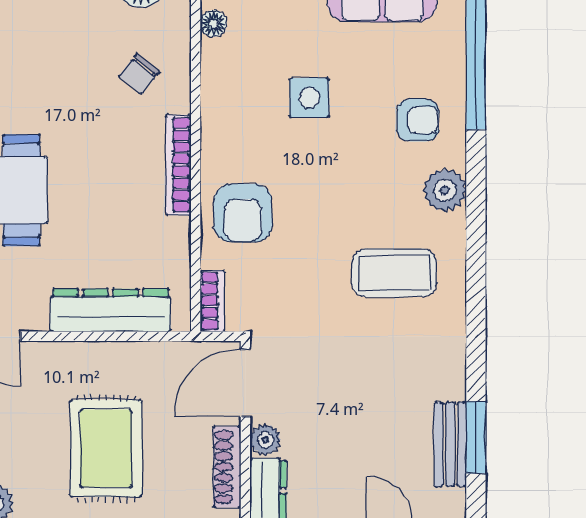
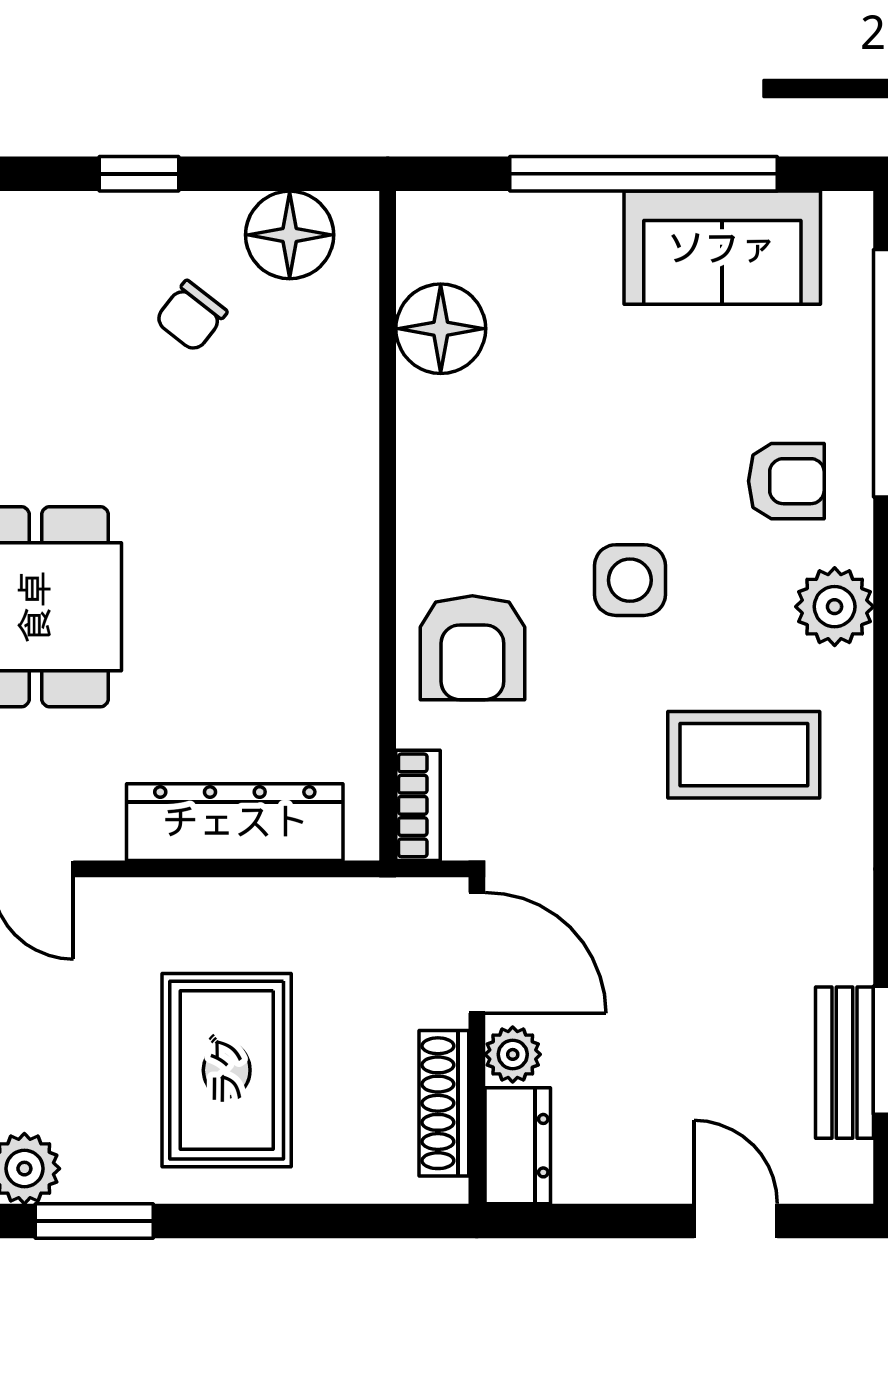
floor lamp: (213, 24) -> (441, 329), width x1.89, depth x1.89
chair: (139, 74) -> (191, 316), moved
side table: (309, 98) -> (630, 580), moved
bookcase: (178, 165) -> (356, 561), removed
door: (245, 383) -> (477, 953), swing flipped

